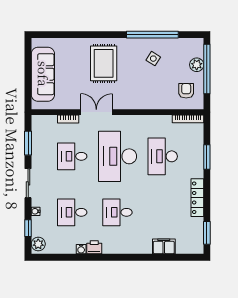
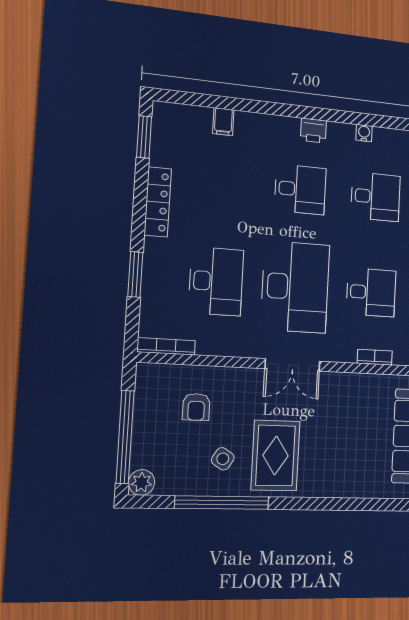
rug: (104, 63) -> (276, 456), moved
plant: (197, 65) -> (142, 482), moved
armchair: (186, 91) -> (196, 407), moved
double door: (96, 112) -> (293, 365), moved
filing cabinet: (164, 246) -> (223, 122), width x0.50
printer: (94, 247) -> (313, 131), moved

